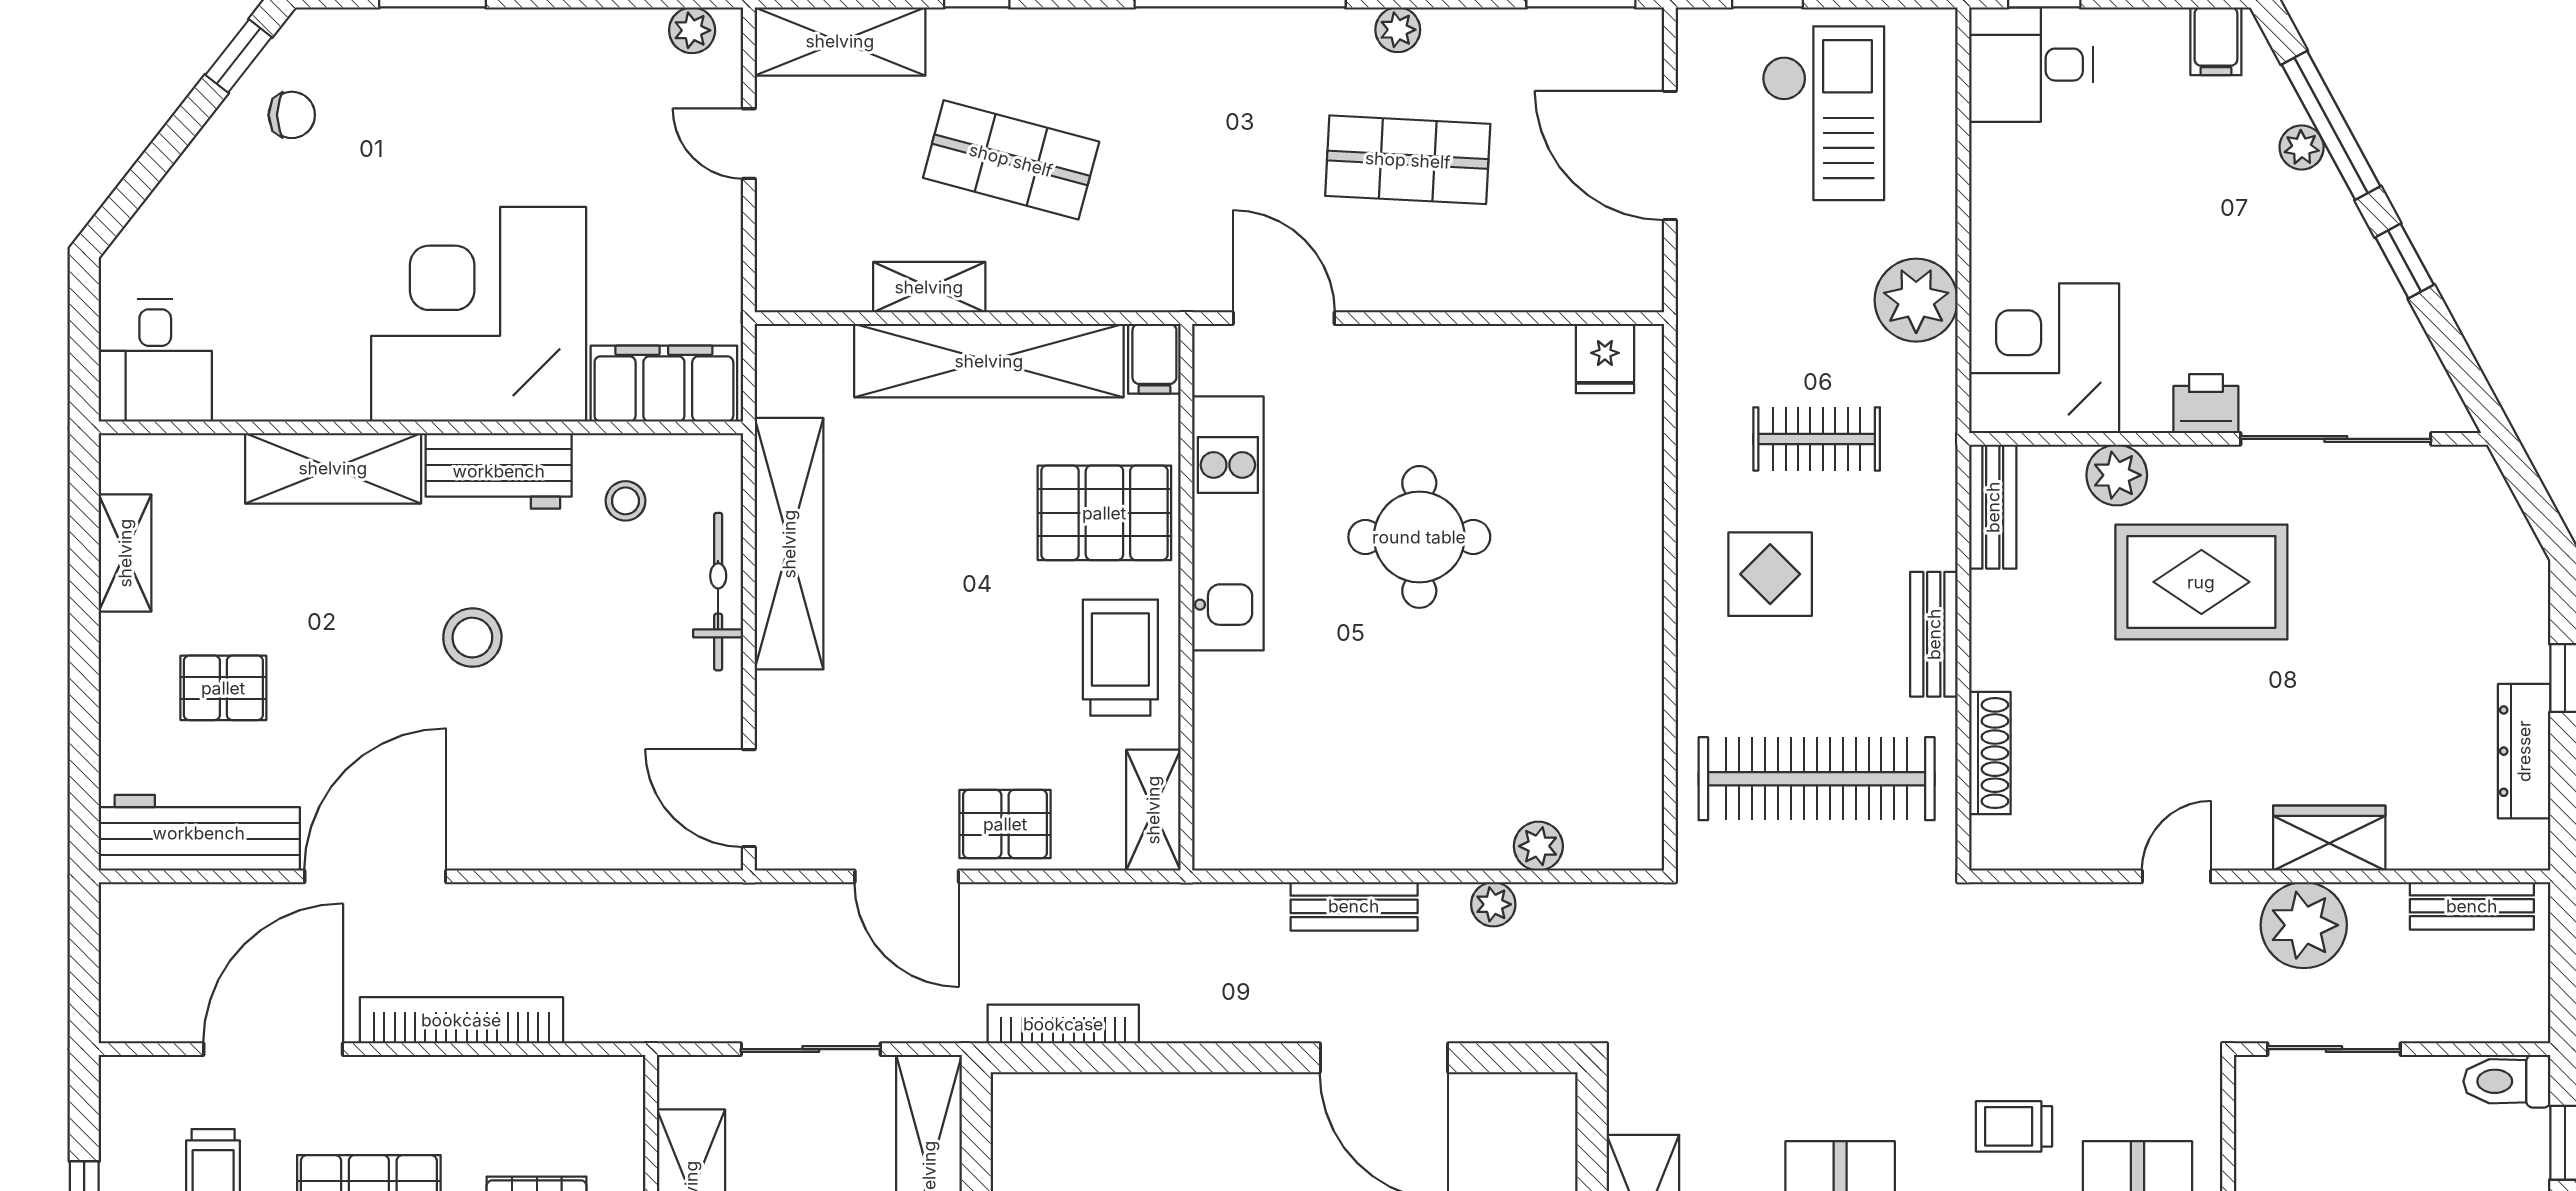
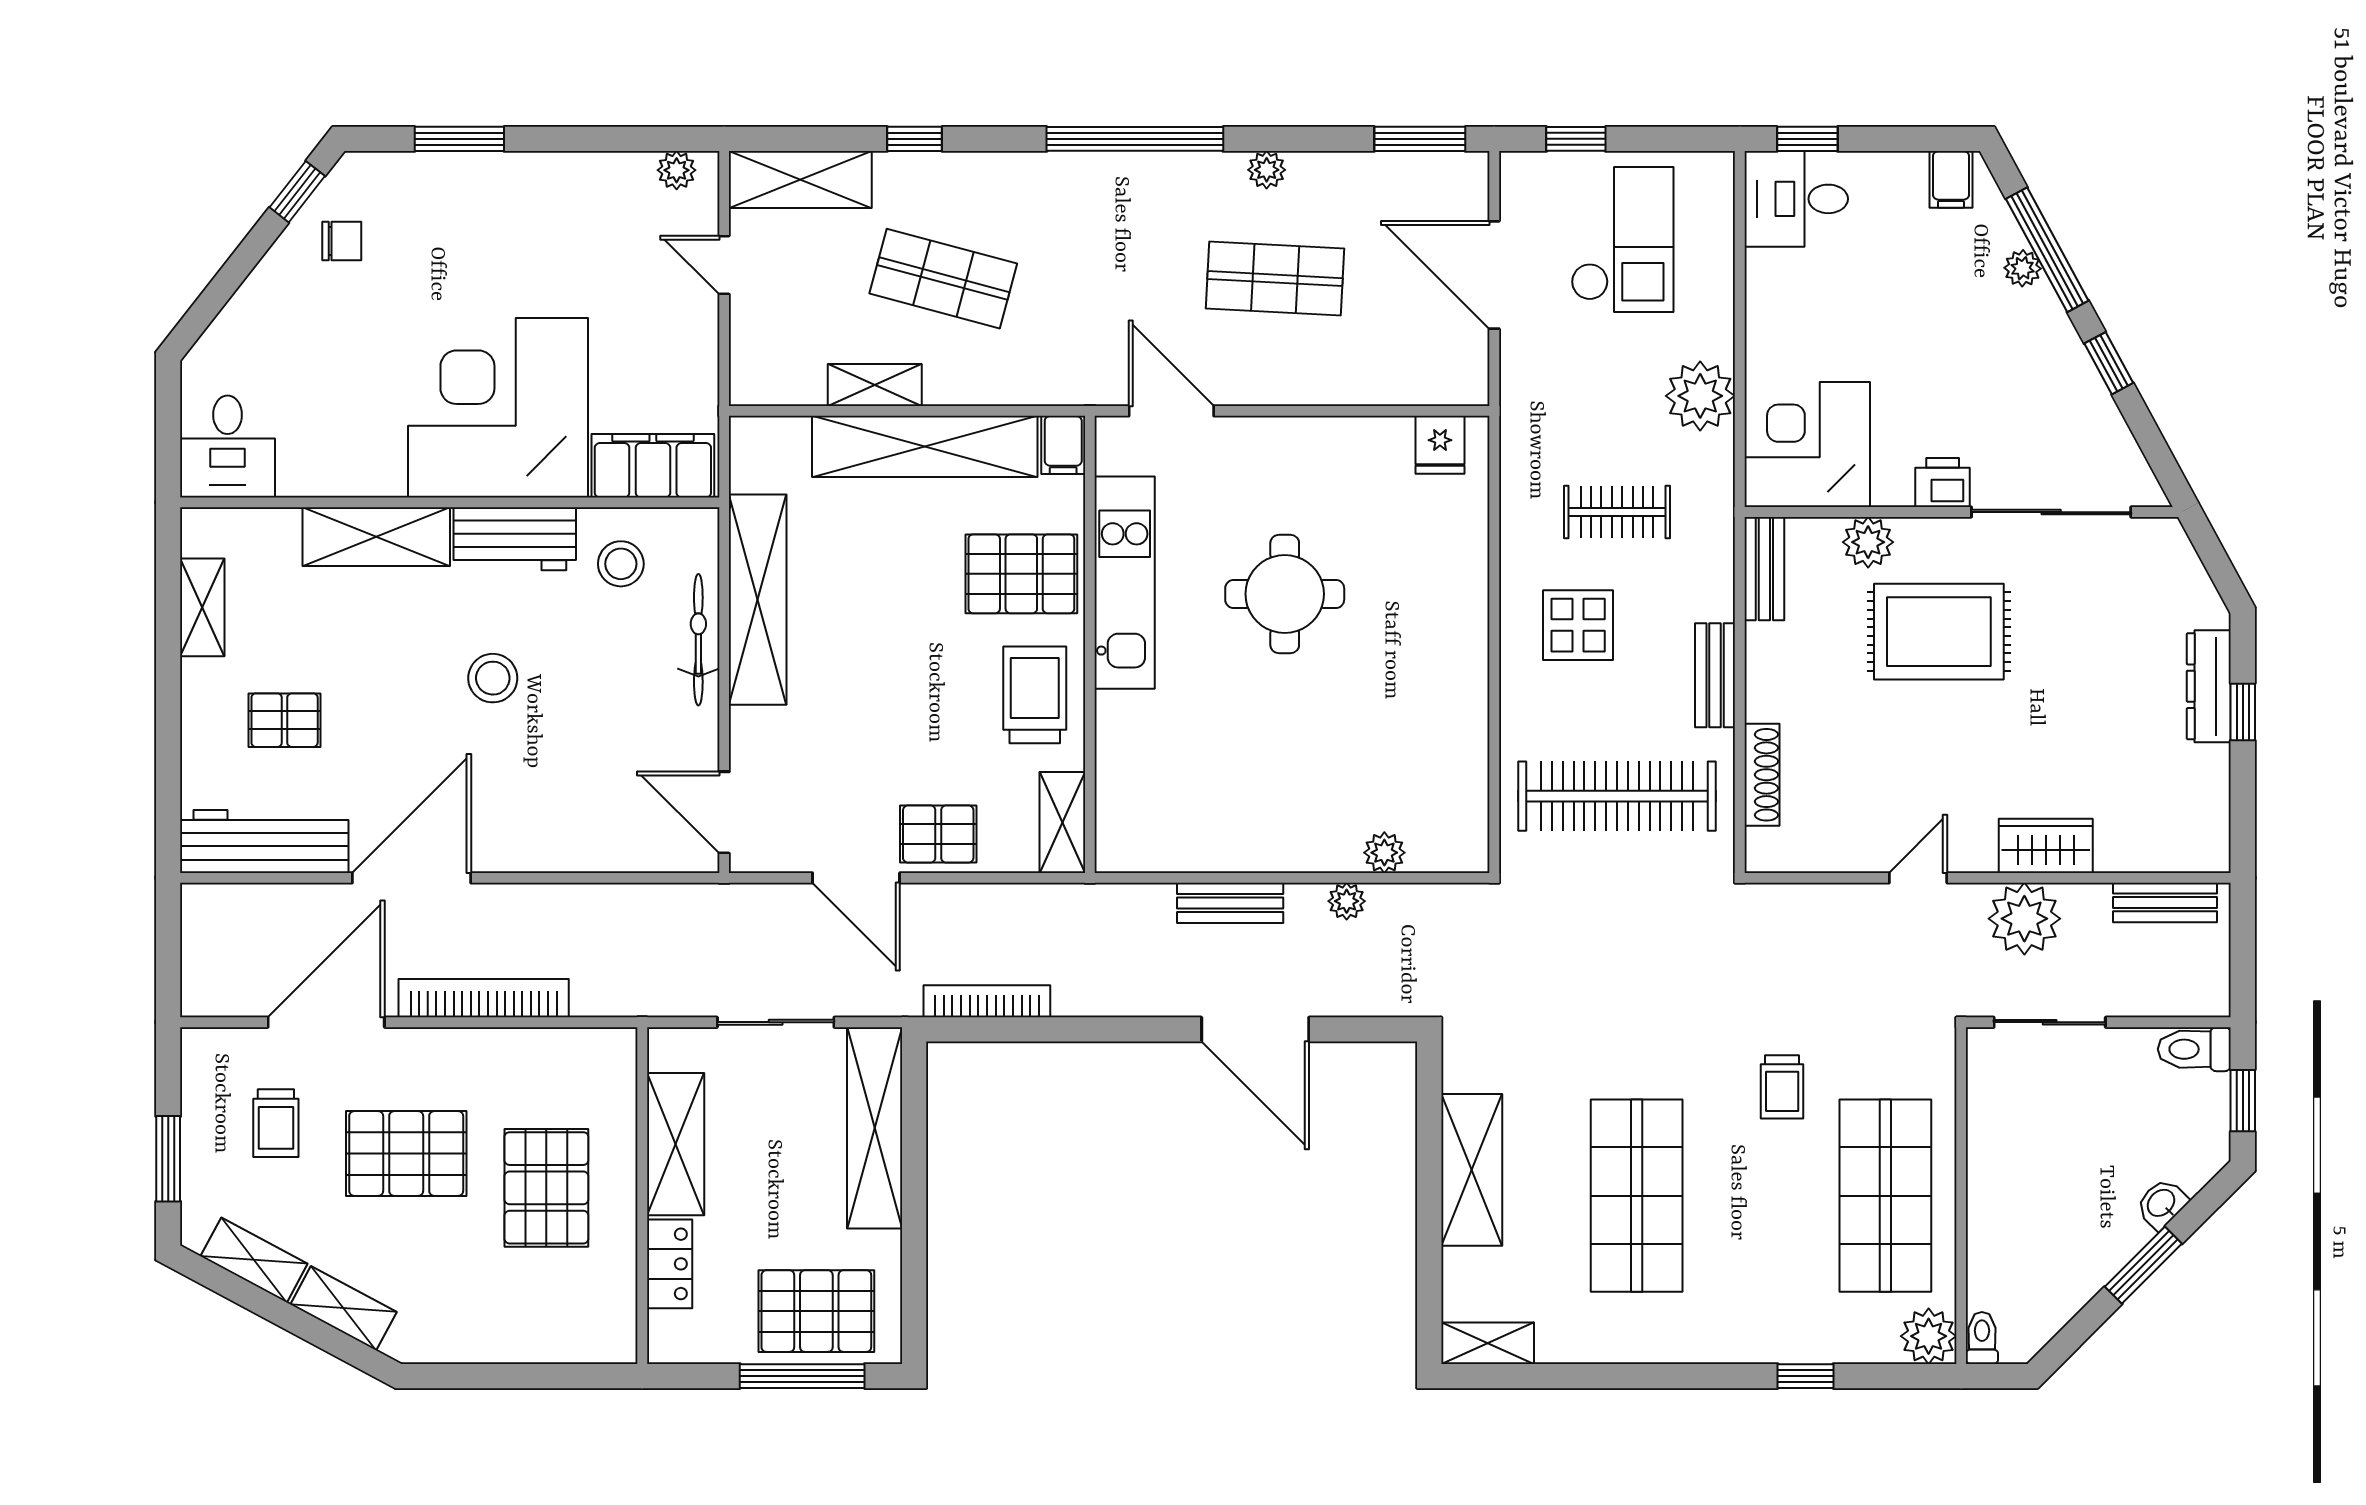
stool: (625, 501) -> (621, 564), width x1.37, depth x1.37
dresser: (2524, 751) -> (2209, 686), moved
trolley: (2014, 1126) -> (1782, 1087), turned -90

